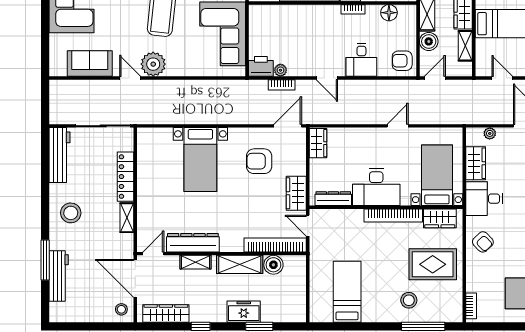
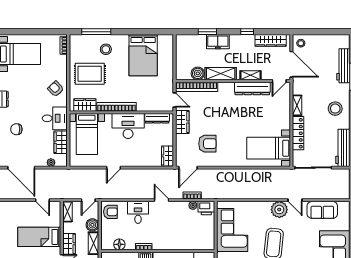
shelving: (465, 46) -> (68, 212), moved
bed with nightstands: (200, 159) -> (269, 148), moved, turned -90
bed: (347, 292) -> (143, 55), width x1.50

